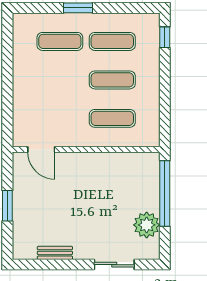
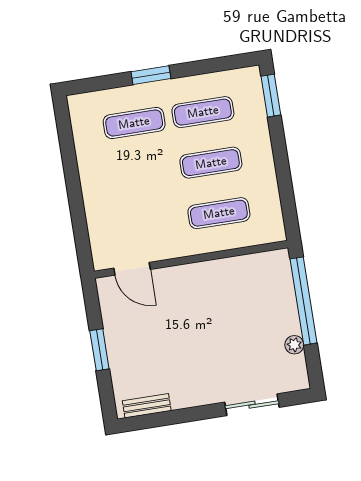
window: (165, 37) -> (271, 96), width x1.50
plant: (147, 225) -> (294, 345), width x0.53, depth x0.53
bench: (55, 253) -> (147, 406), moved

